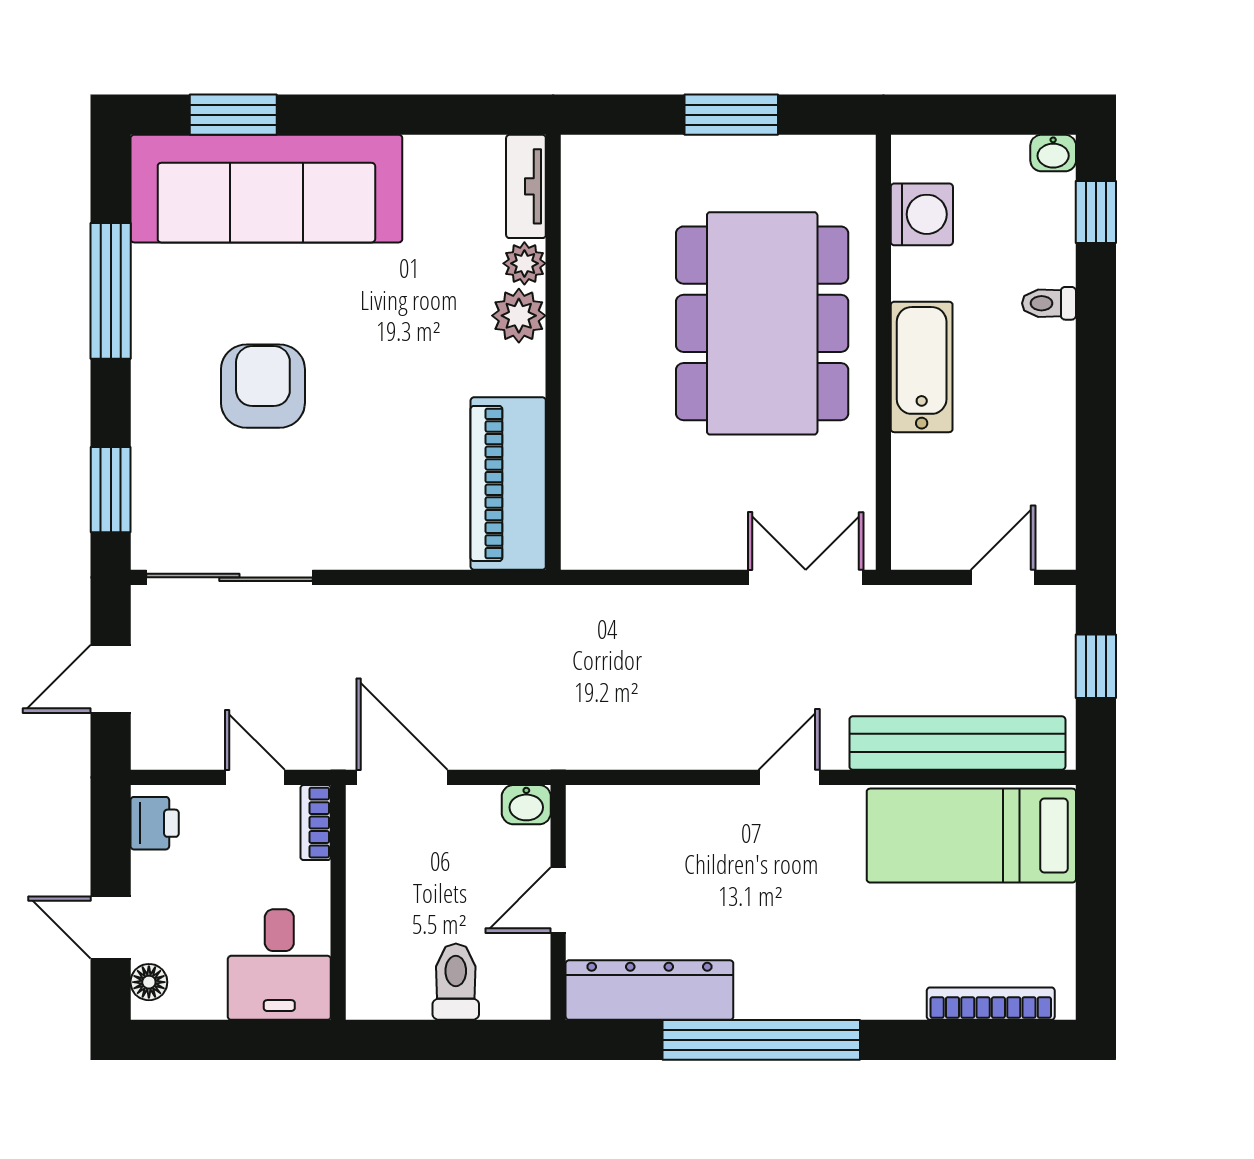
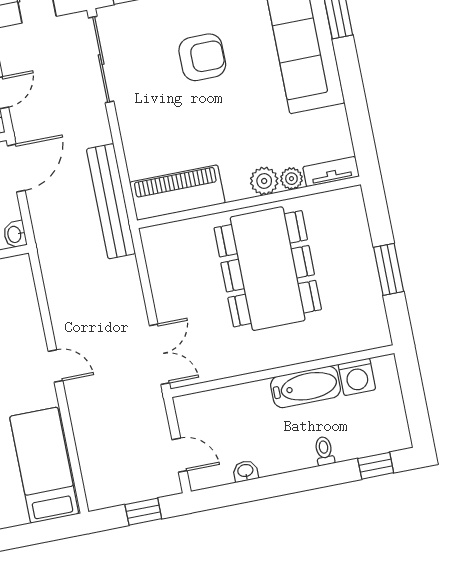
washbasin: (1053, 153) -> (245, 471), moved, turned 90
dining table: (762, 323) -> (268, 269), moved, turned 90
bathtub: (922, 367) -> (306, 387), moved
bench: (957, 743) -> (111, 201), moved

